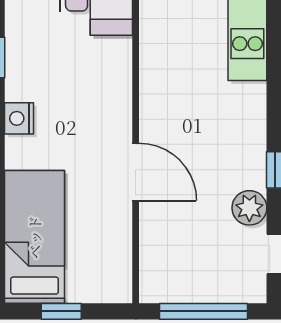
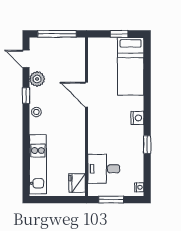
stool: (251, 132) -> (36, 112), added

